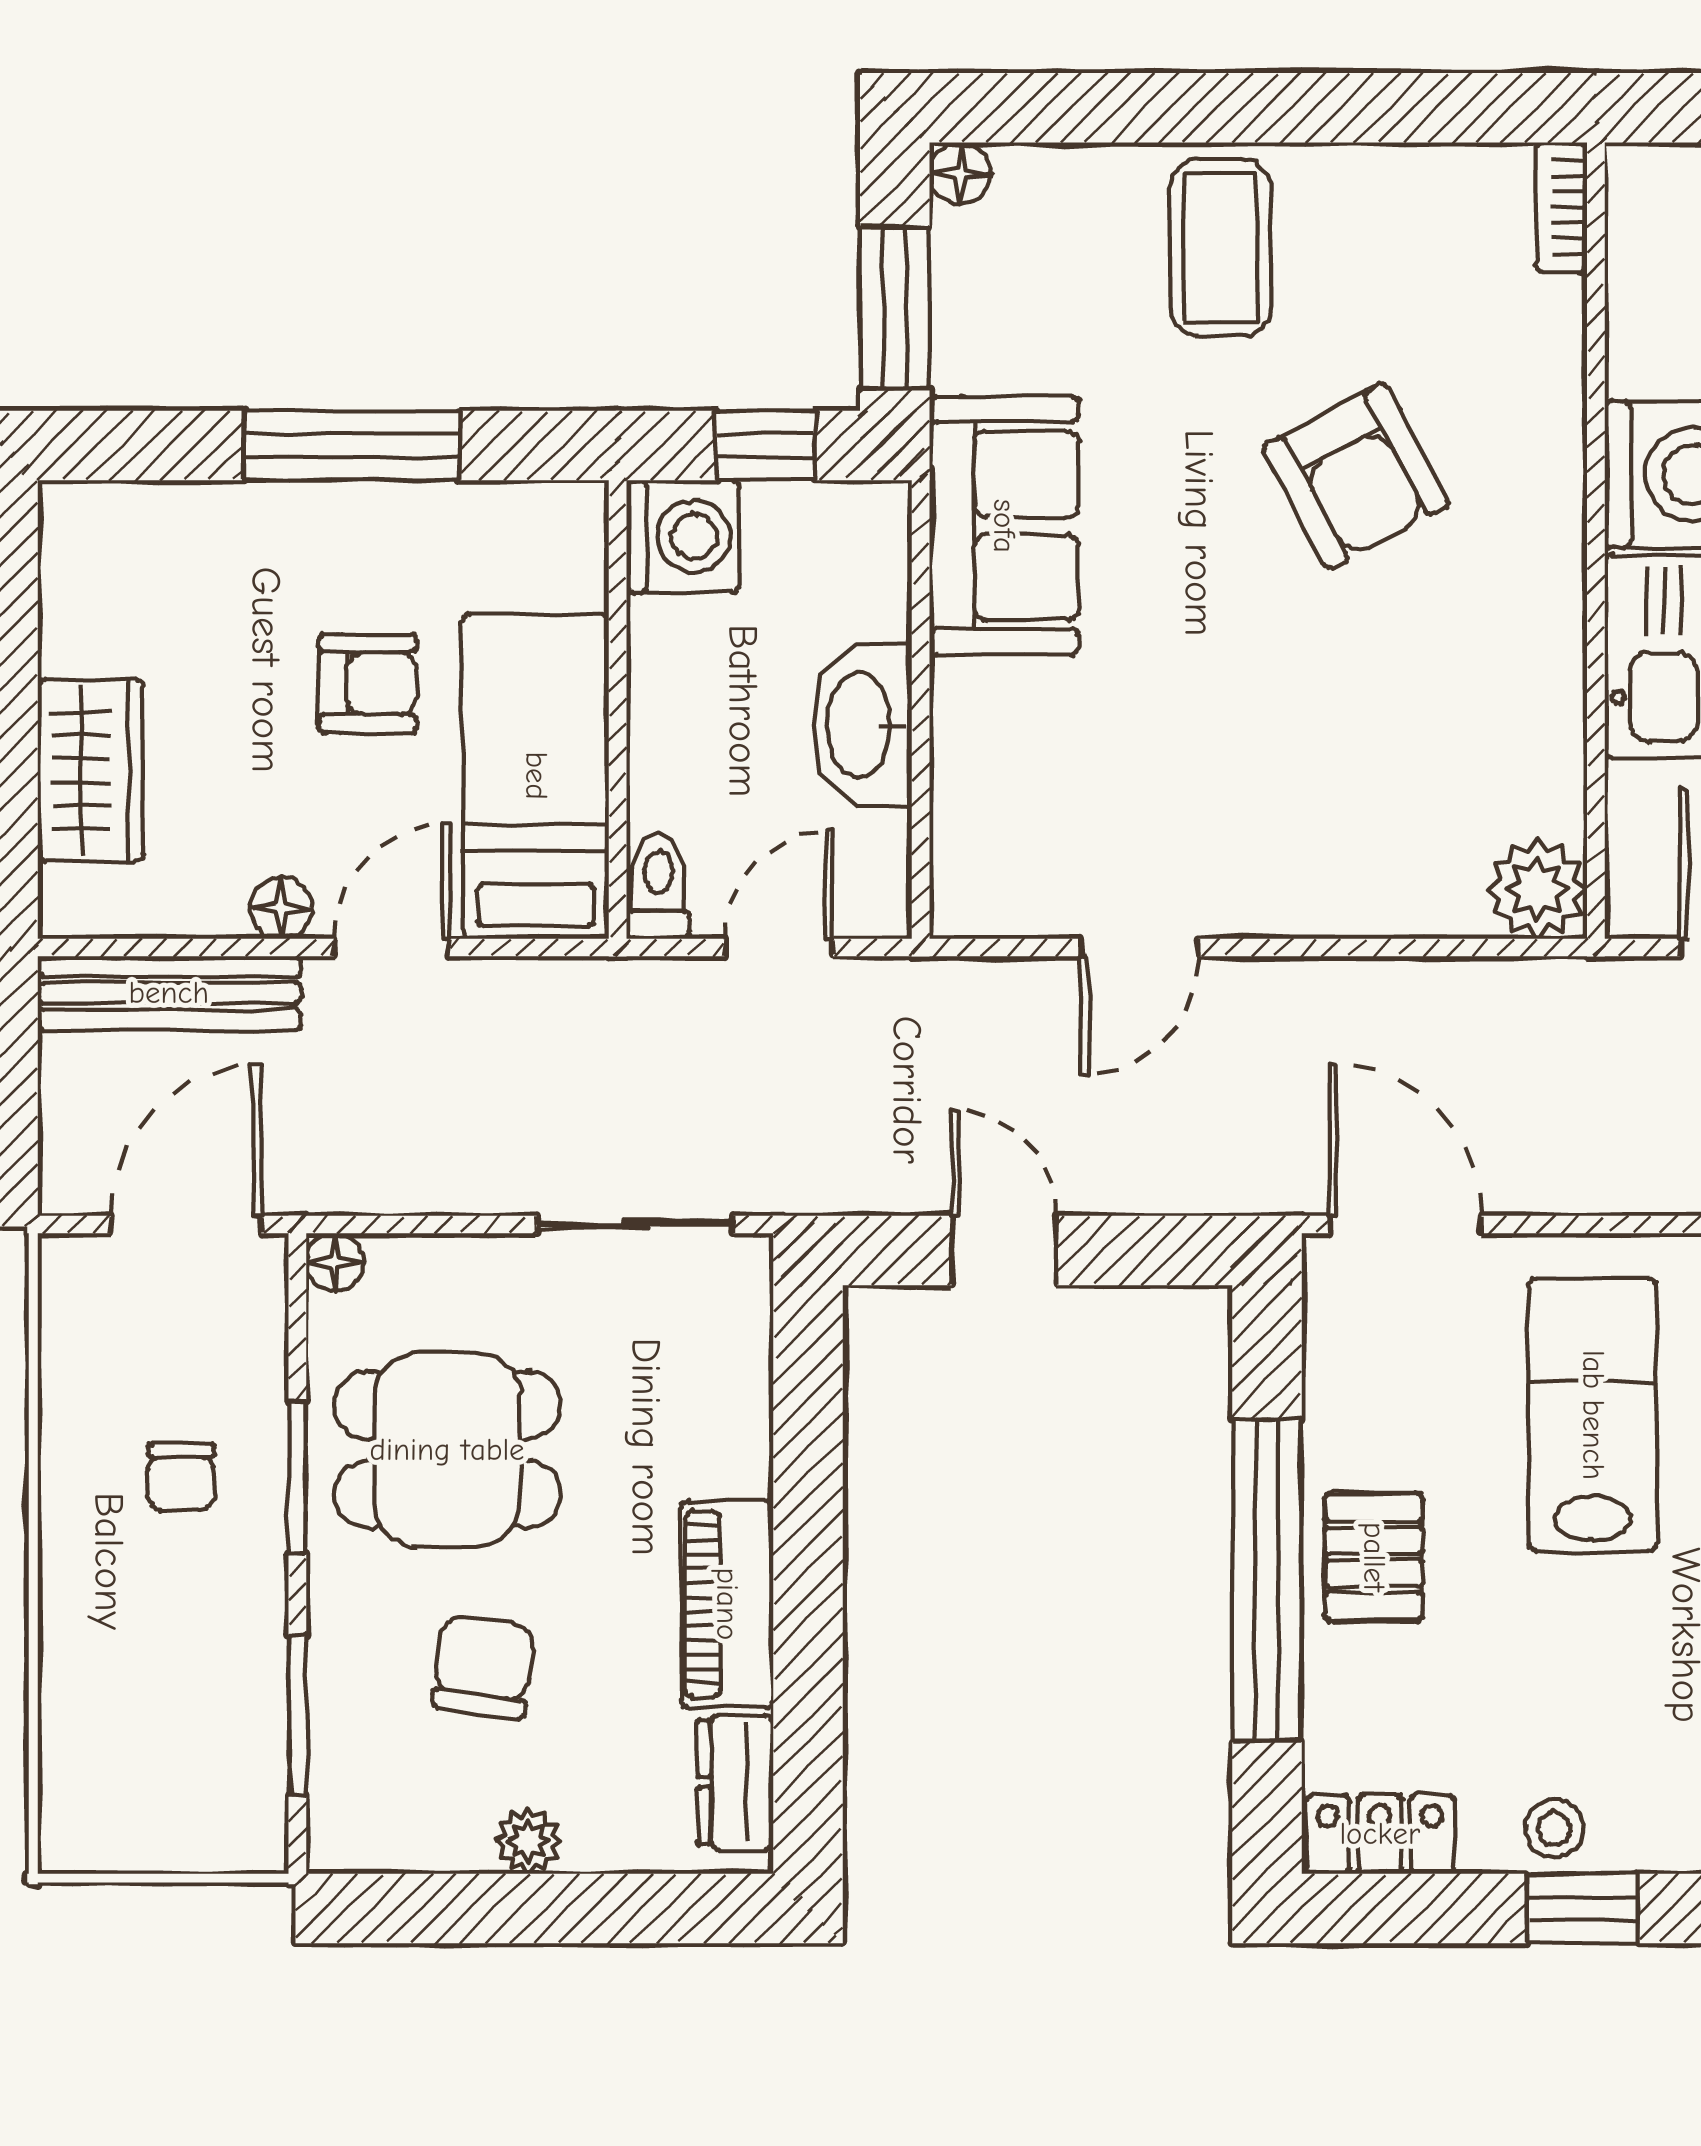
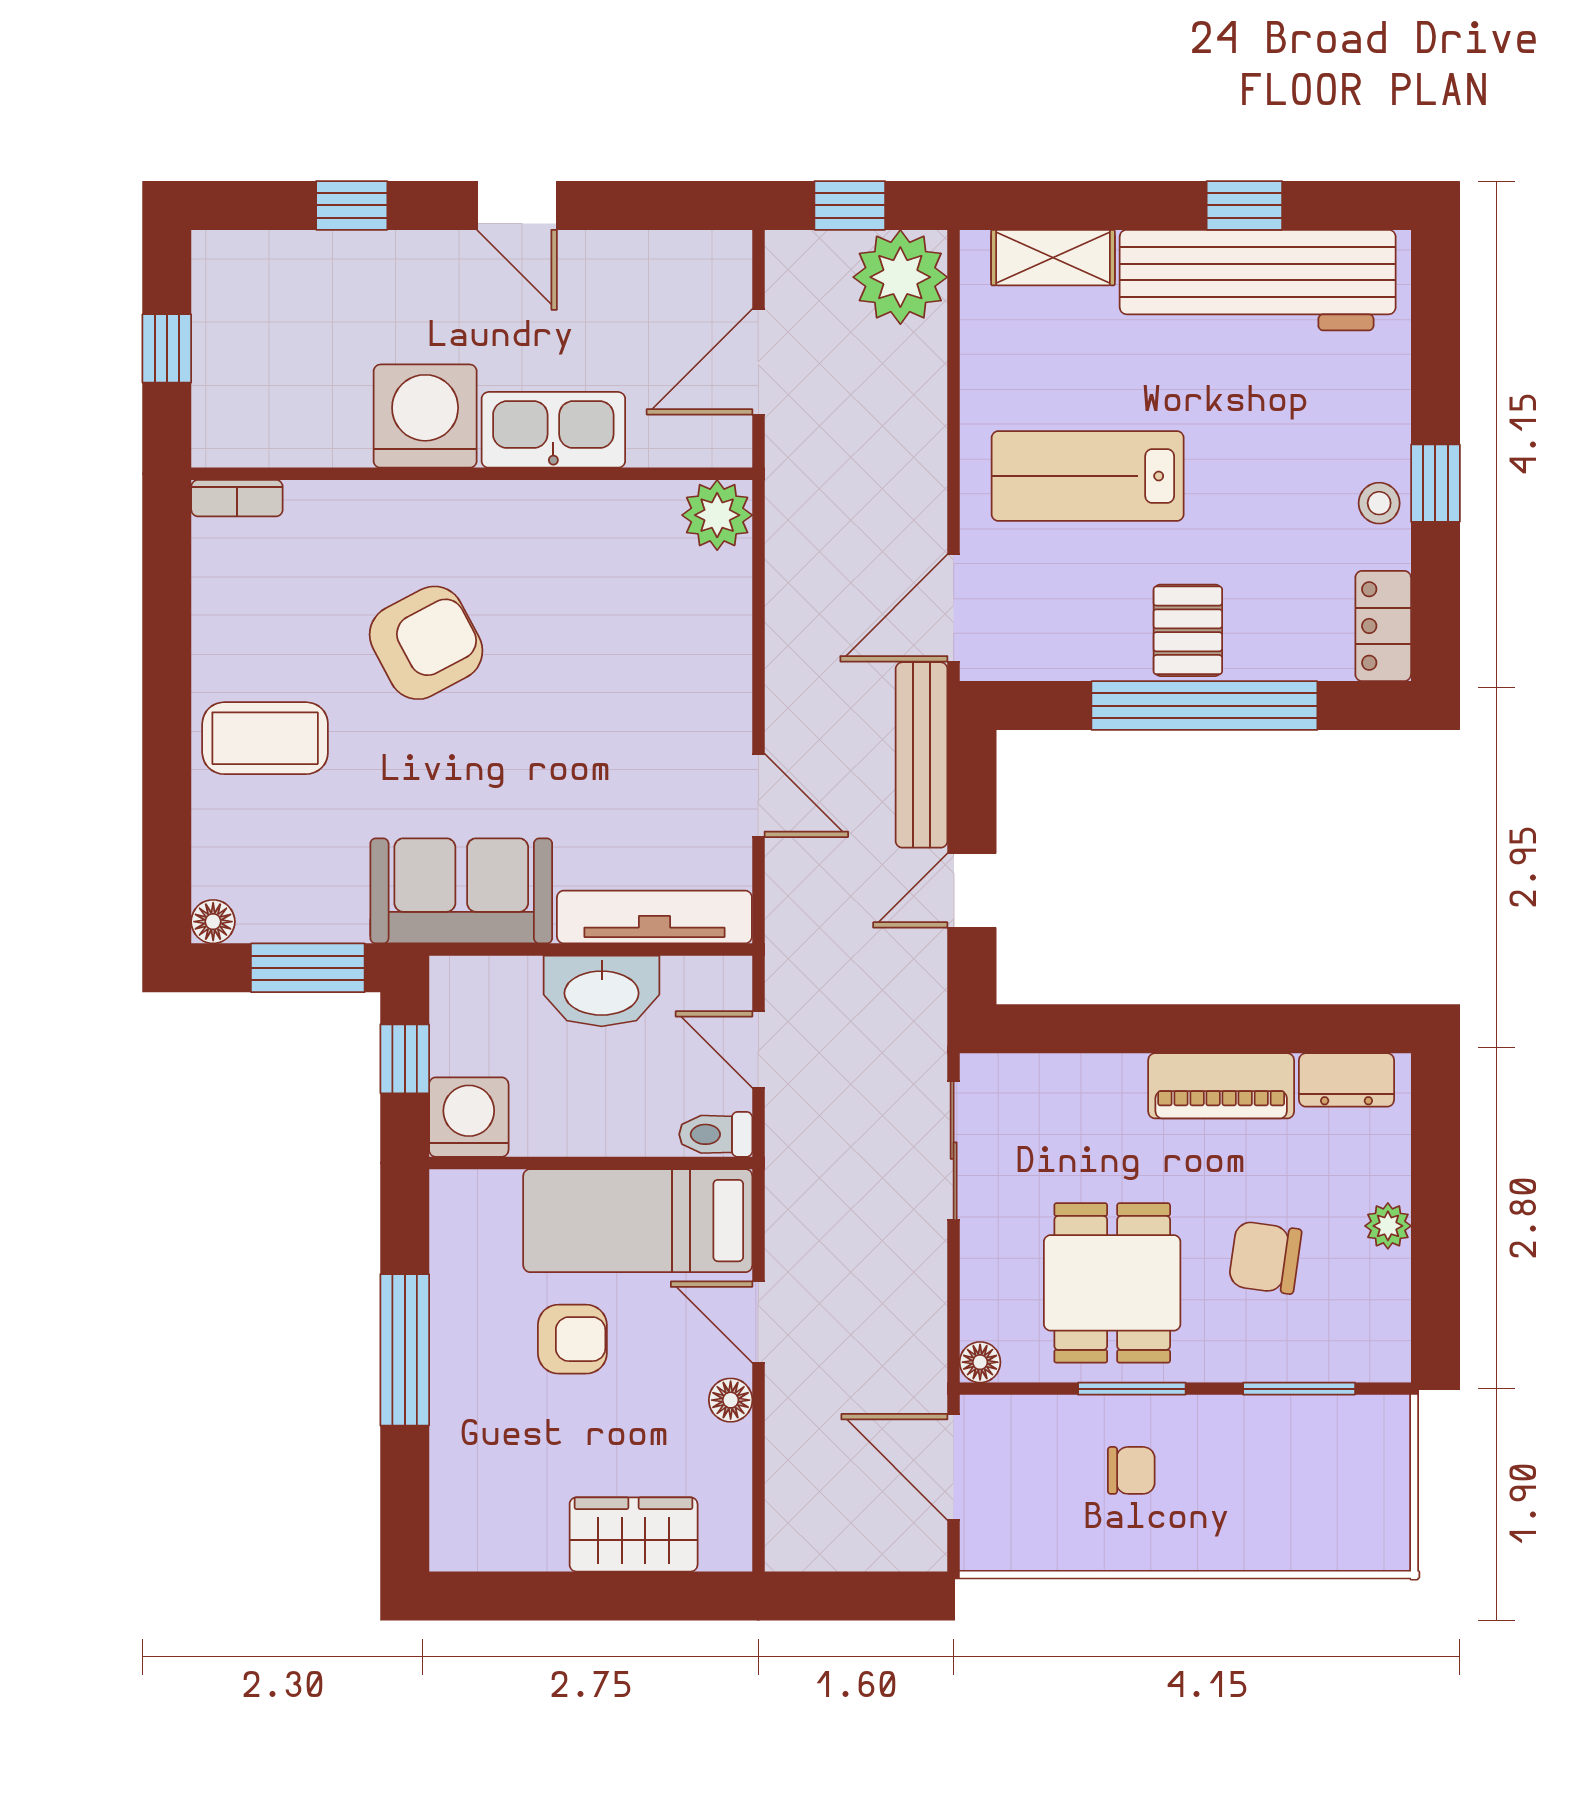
armchair: (368, 683) -> (572, 1339), turned 90
tv unit: (967, 800) -> (654, 917), added
bench: (169, 993) -> (922, 755), moved
pallet: (1374, 1557) -> (1188, 630), turned 90

